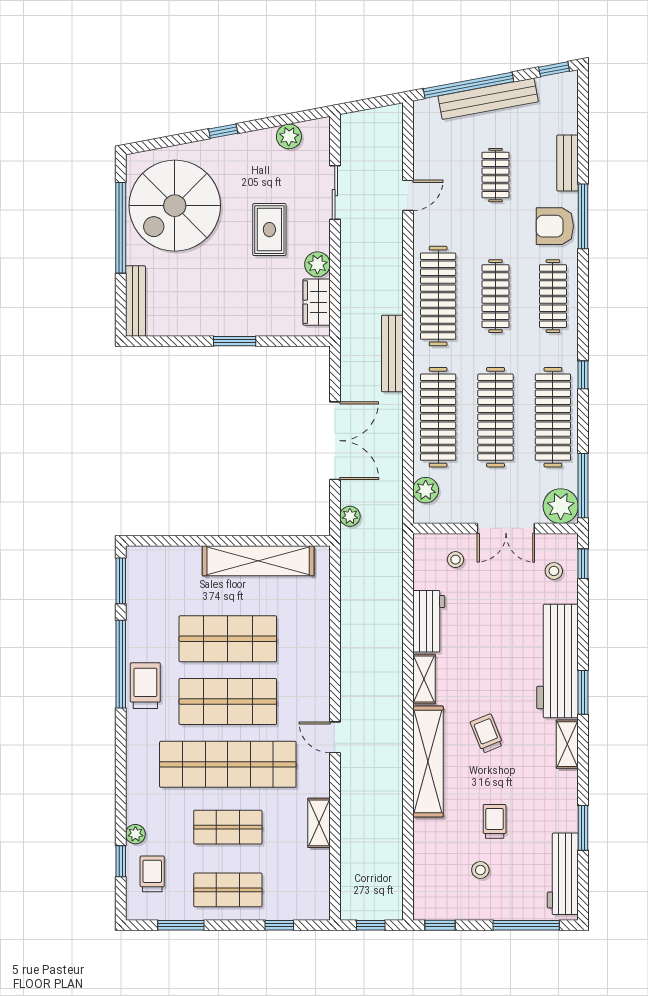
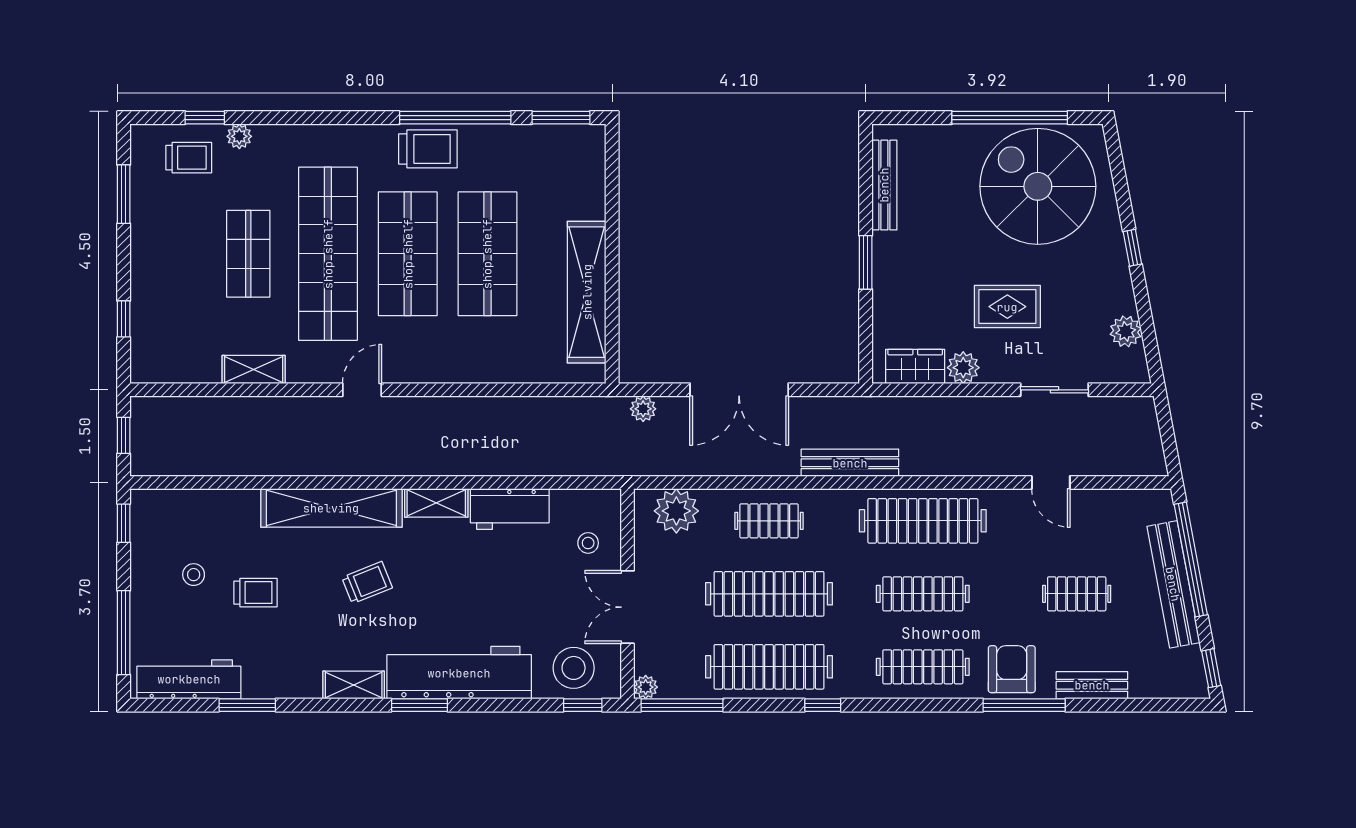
bench: (136, 301) -> (884, 185), moved, turned 90
clothes rail: (438, 417) -> (769, 521), width x0.54, depth x0.76
plant: (426, 490) -> (676, 511), width x1.36, depth x1.36
plant: (561, 506) -> (646, 687), width x0.53, depth x0.53
stool: (554, 571) -> (574, 668), width x1.89, depth x1.89
shop shelf: (228, 890) -> (168, 254), removed

